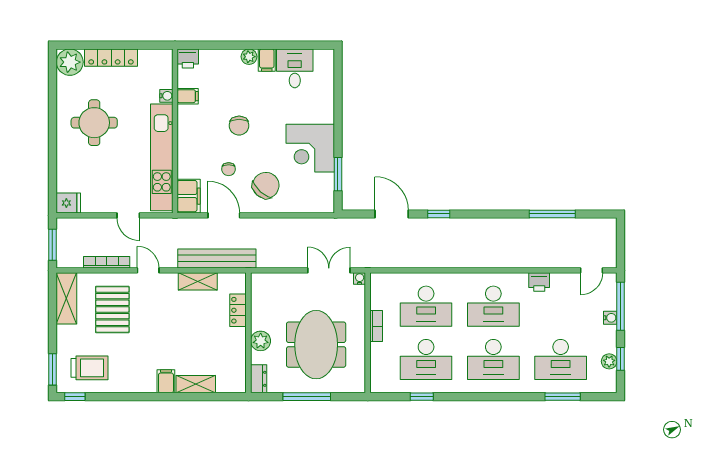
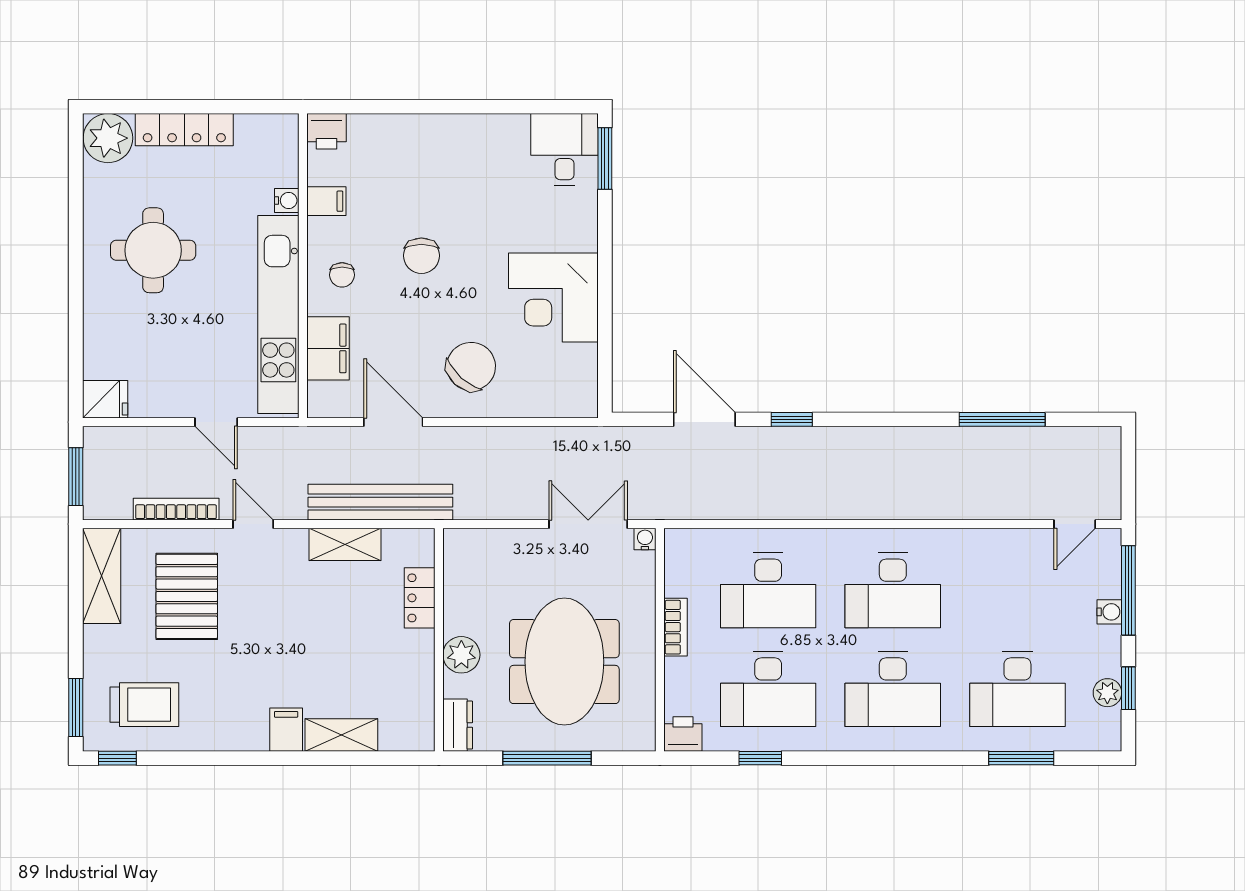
plant: (249, 57) -> (440, 128), removed
filing cabinet: (267, 60) -> (473, 134), removed
desk: (295, 68) -> (564, 150), moved
chair: (229, 169) -> (342, 275), moved
window: (338, 174) -> (605, 159), moved
filing cabinet: (189, 196) -> (328, 348), moved
printer: (539, 282) -> (683, 734), moved, turned 180

